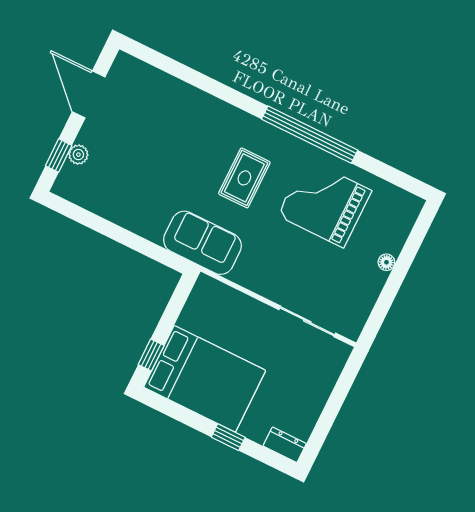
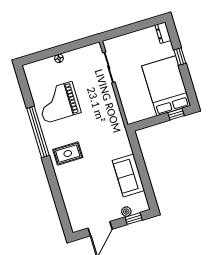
rug: (244, 178) -> (68, 153), moved
grand piano: (324, 203) -> (58, 102), turned 90
sofa: (202, 243) -> (128, 175), moved

